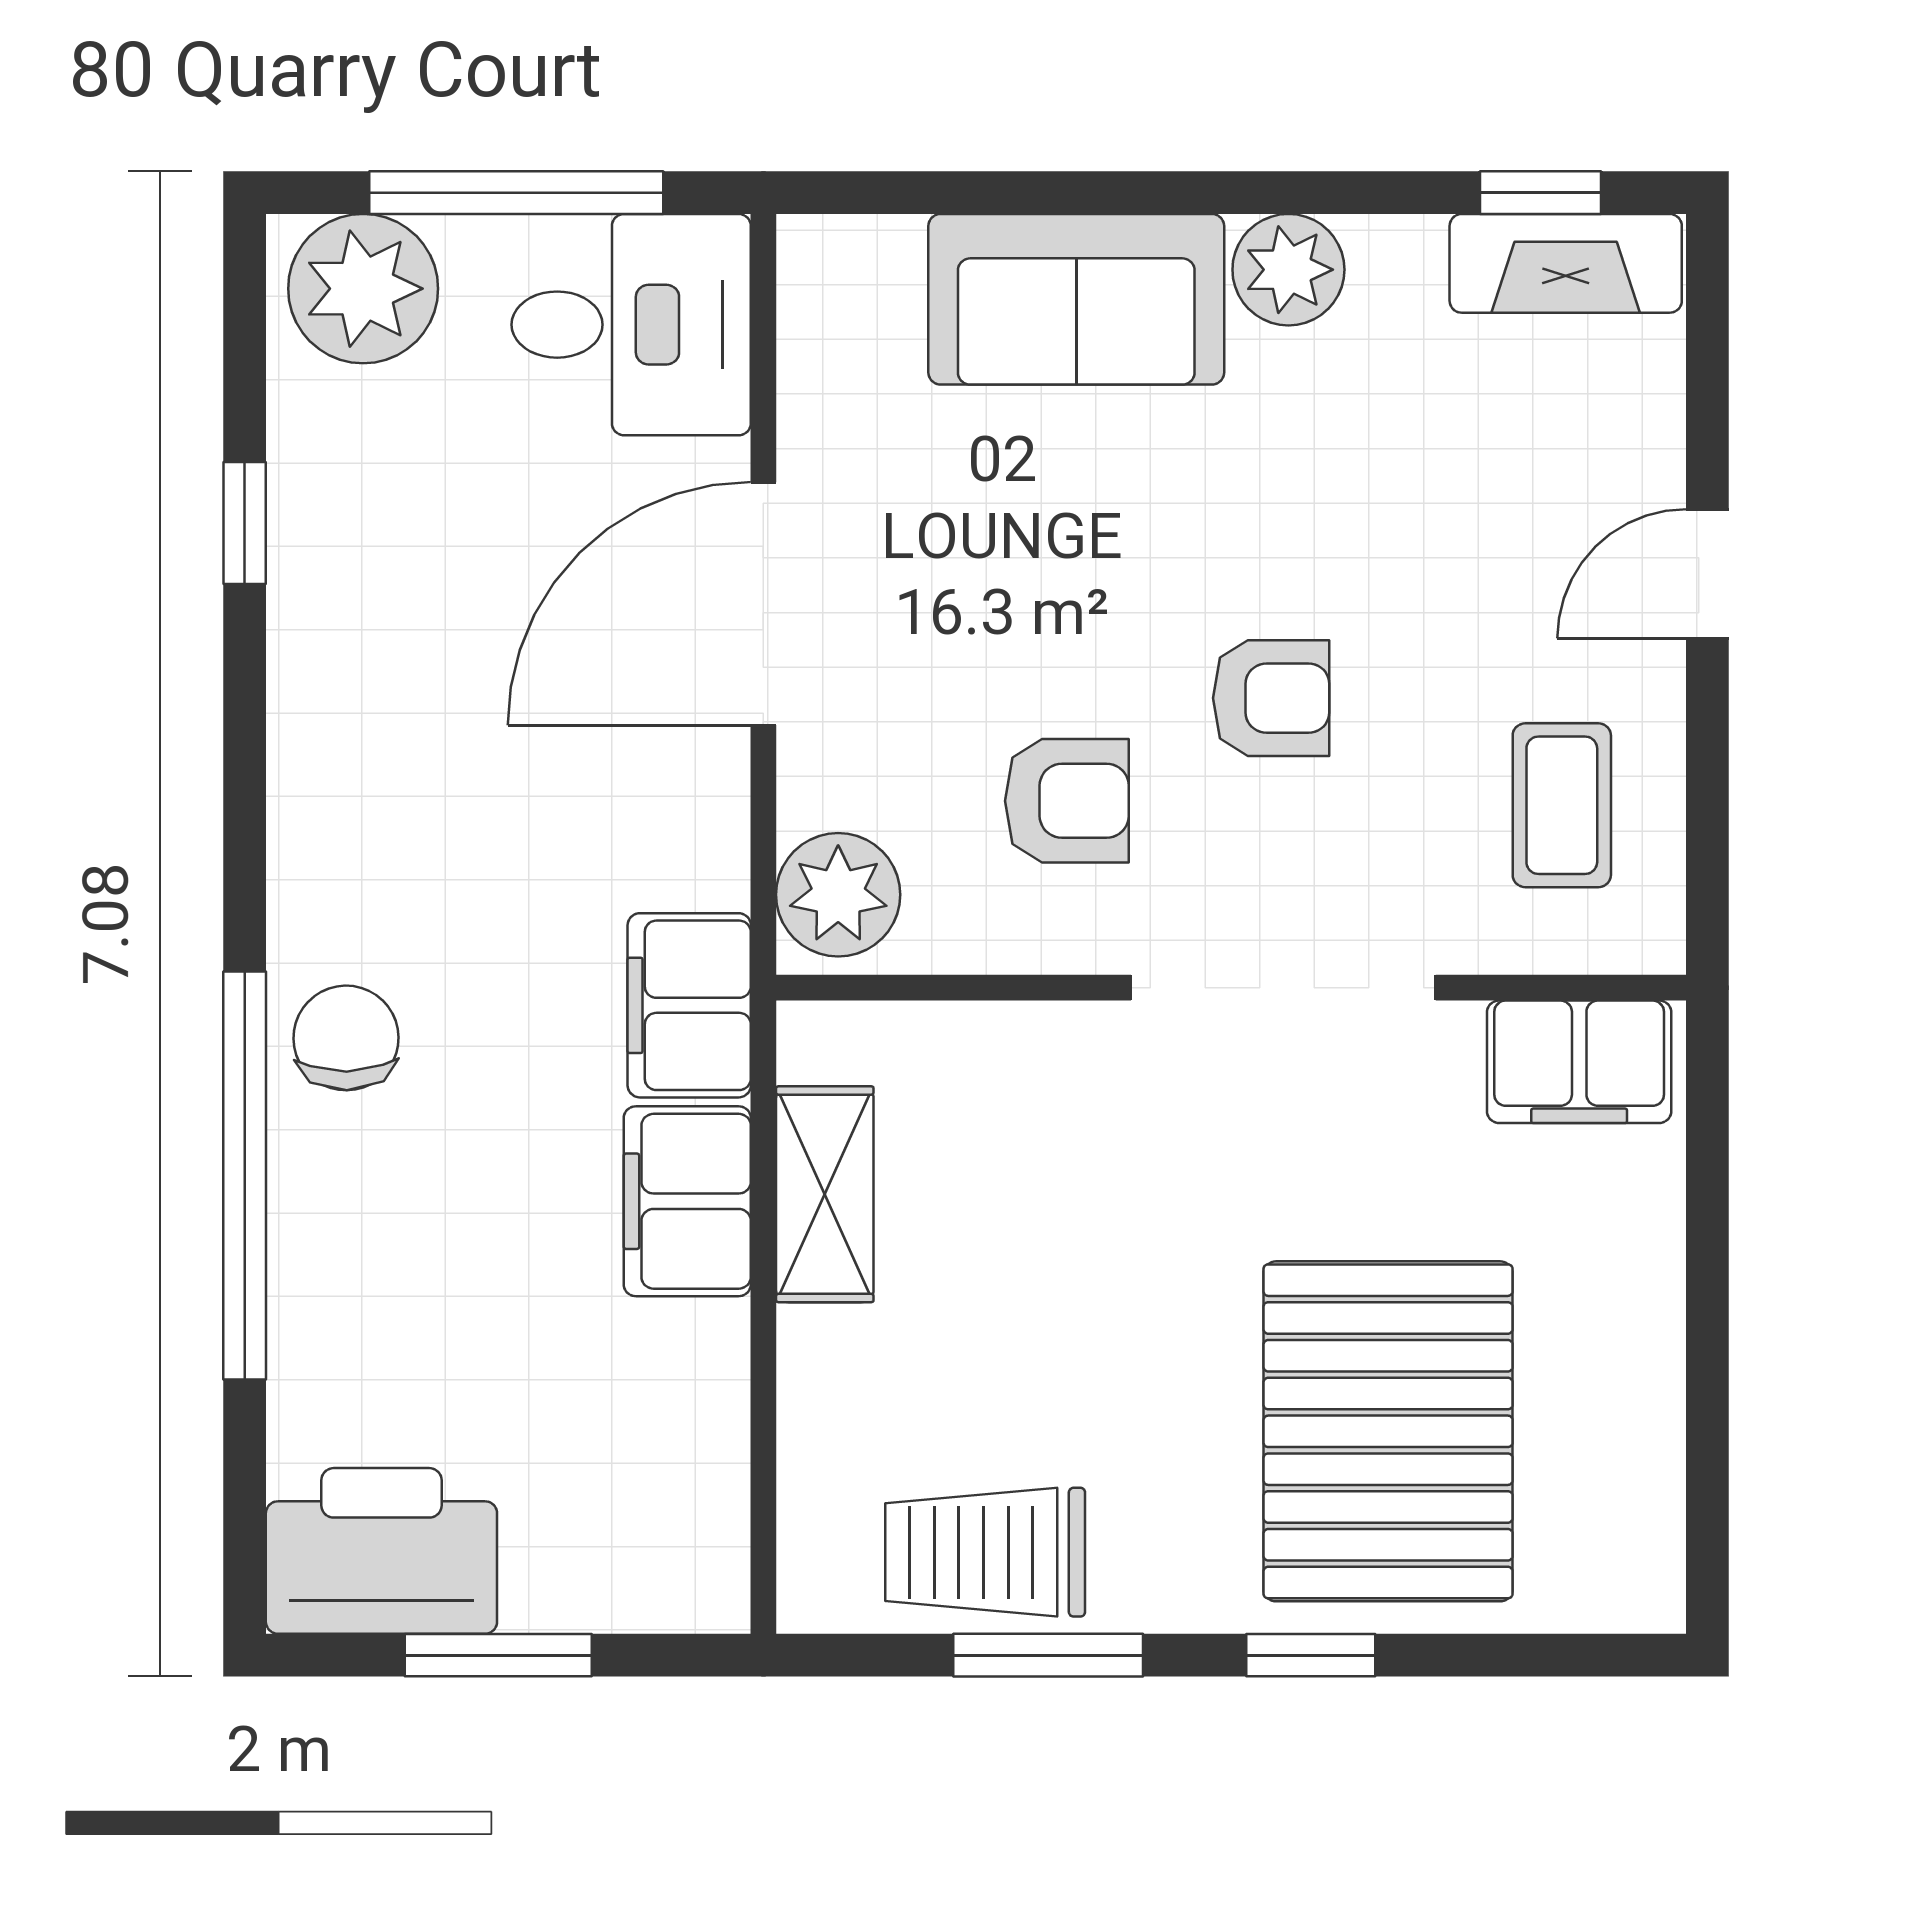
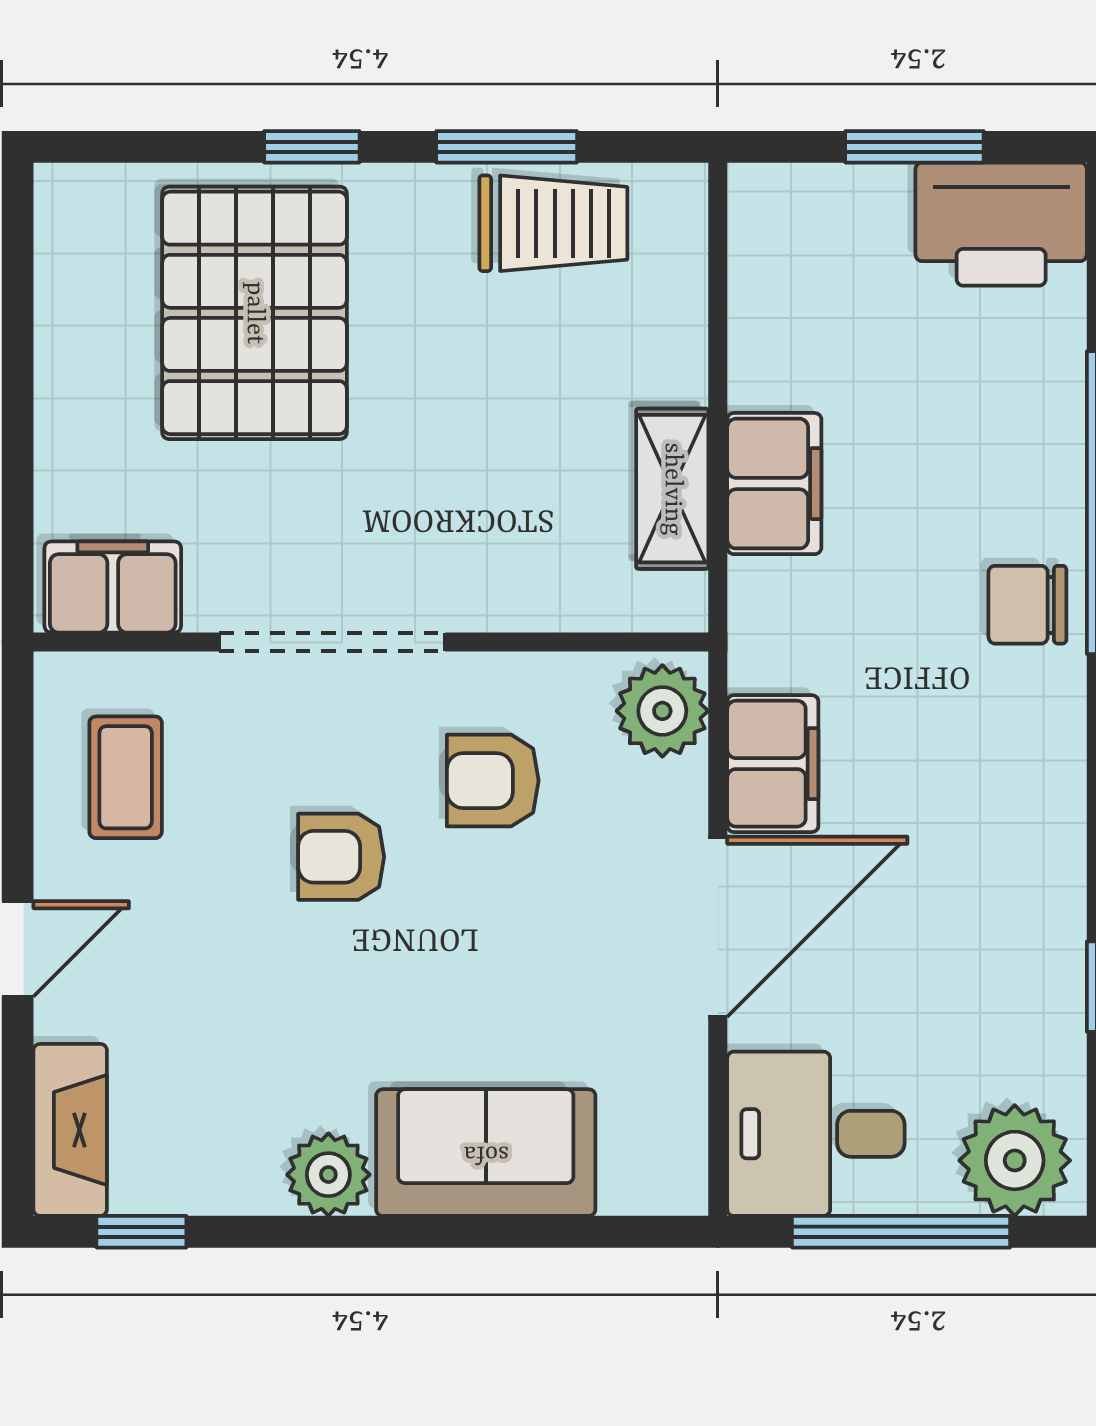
fireplace: (1566, 263) -> (70, 1130), moved, turned 90
filing cabinet: (689, 1005) -> (773, 764), moved
chair: (346, 1038) -> (1027, 605), turned 91

